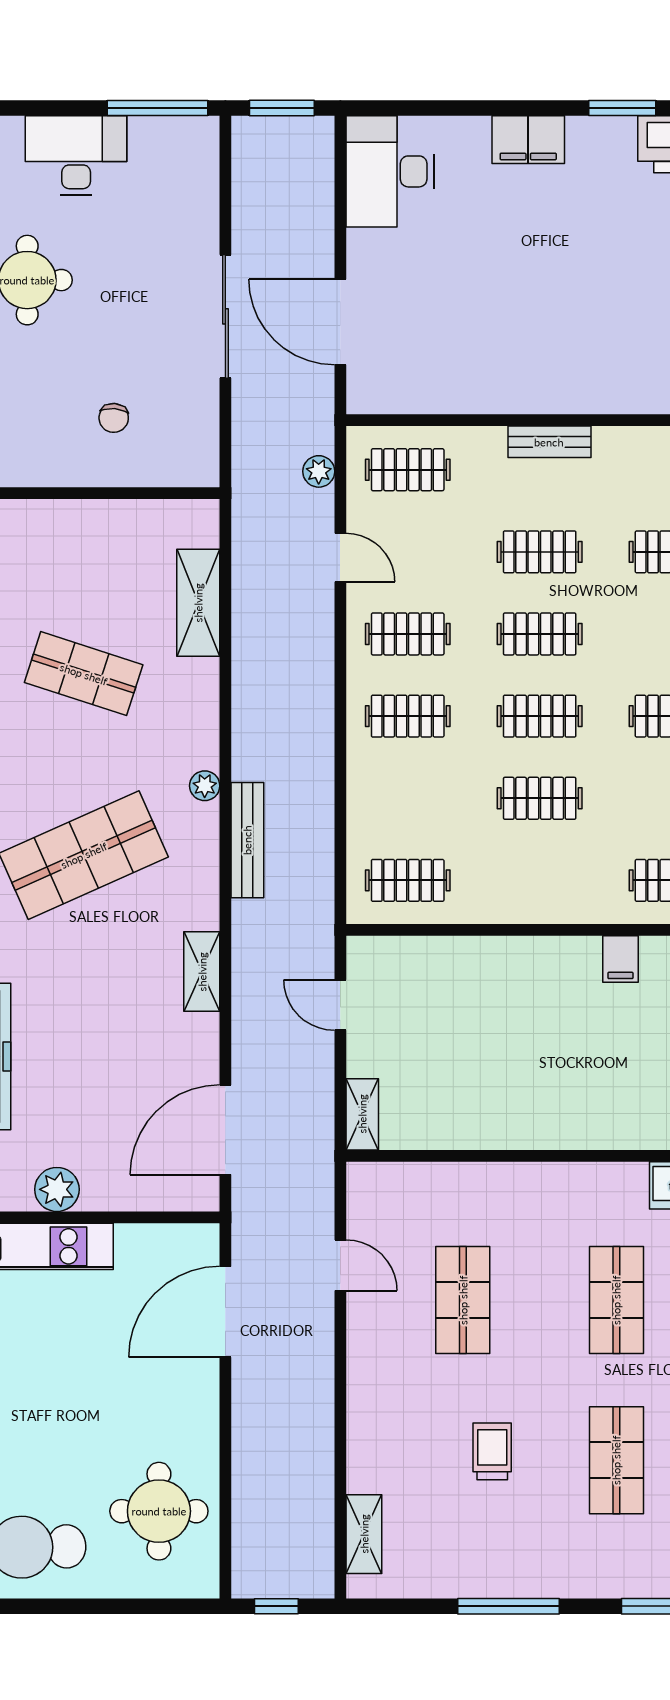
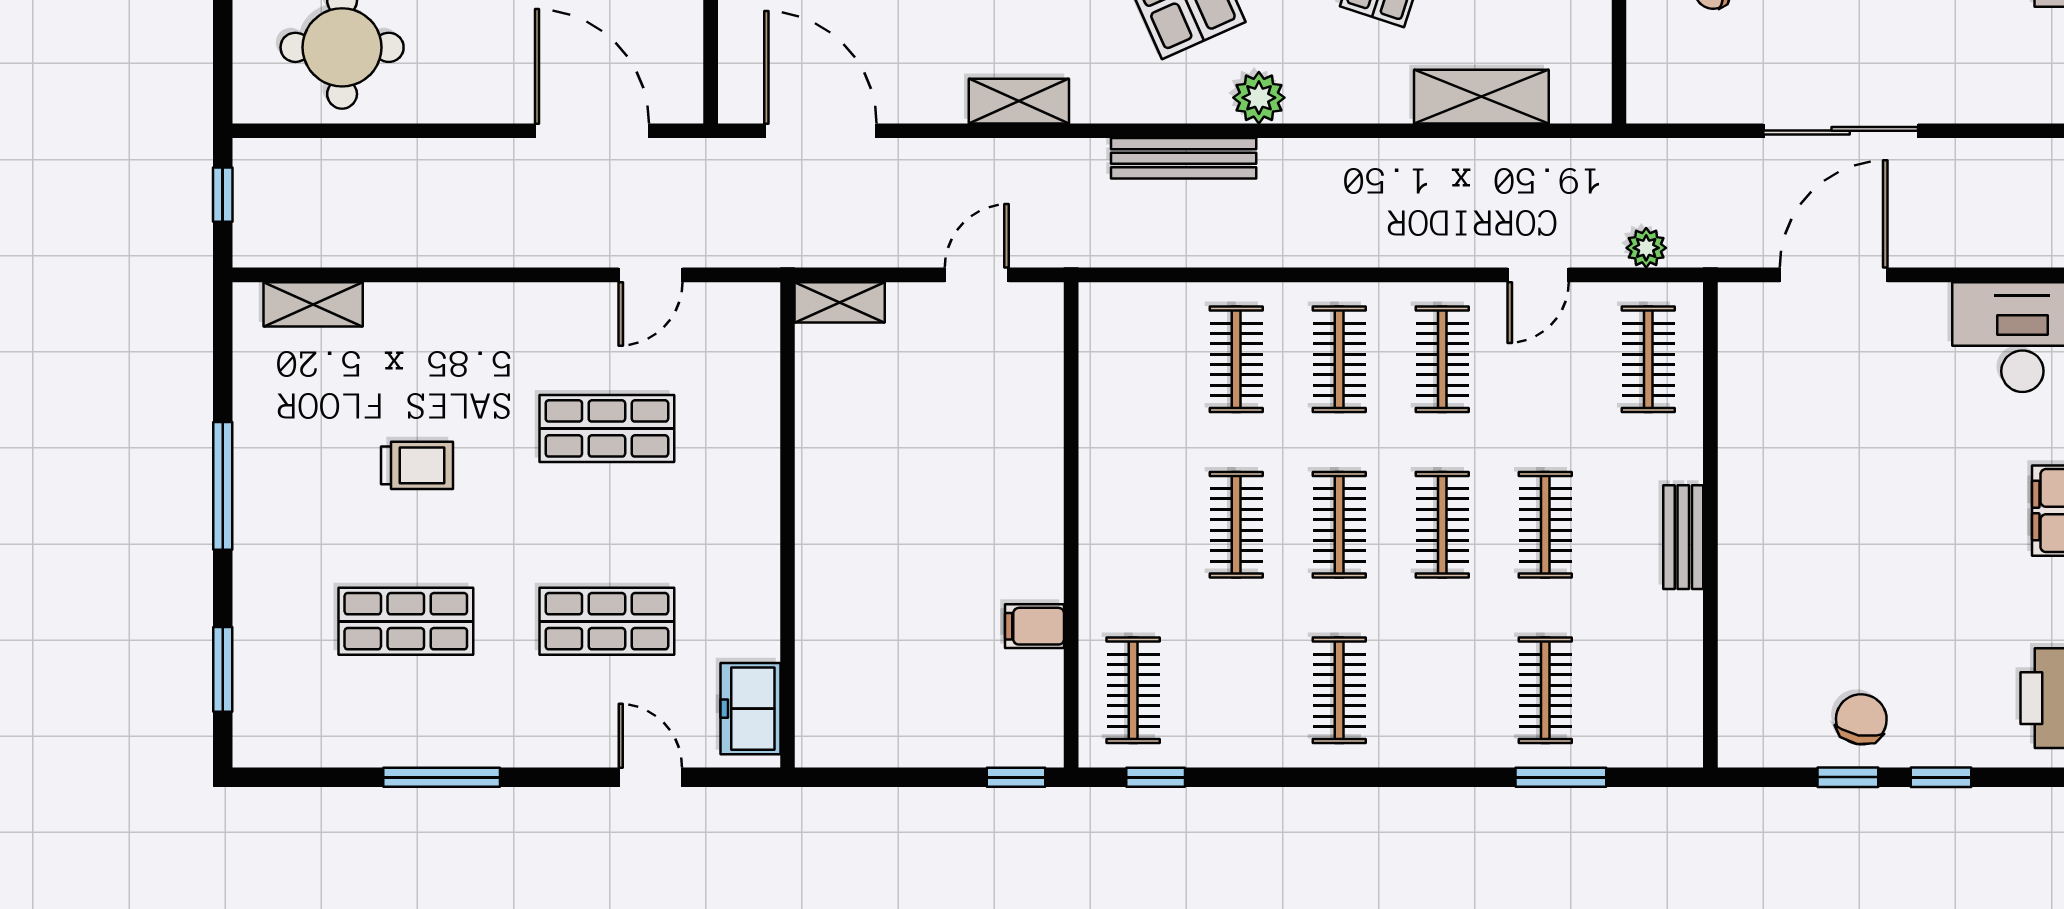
plant: (205, 786) -> (1259, 98), width x1.38, depth x1.38
clothes rail: (408, 880) -> (1236, 359), moved

